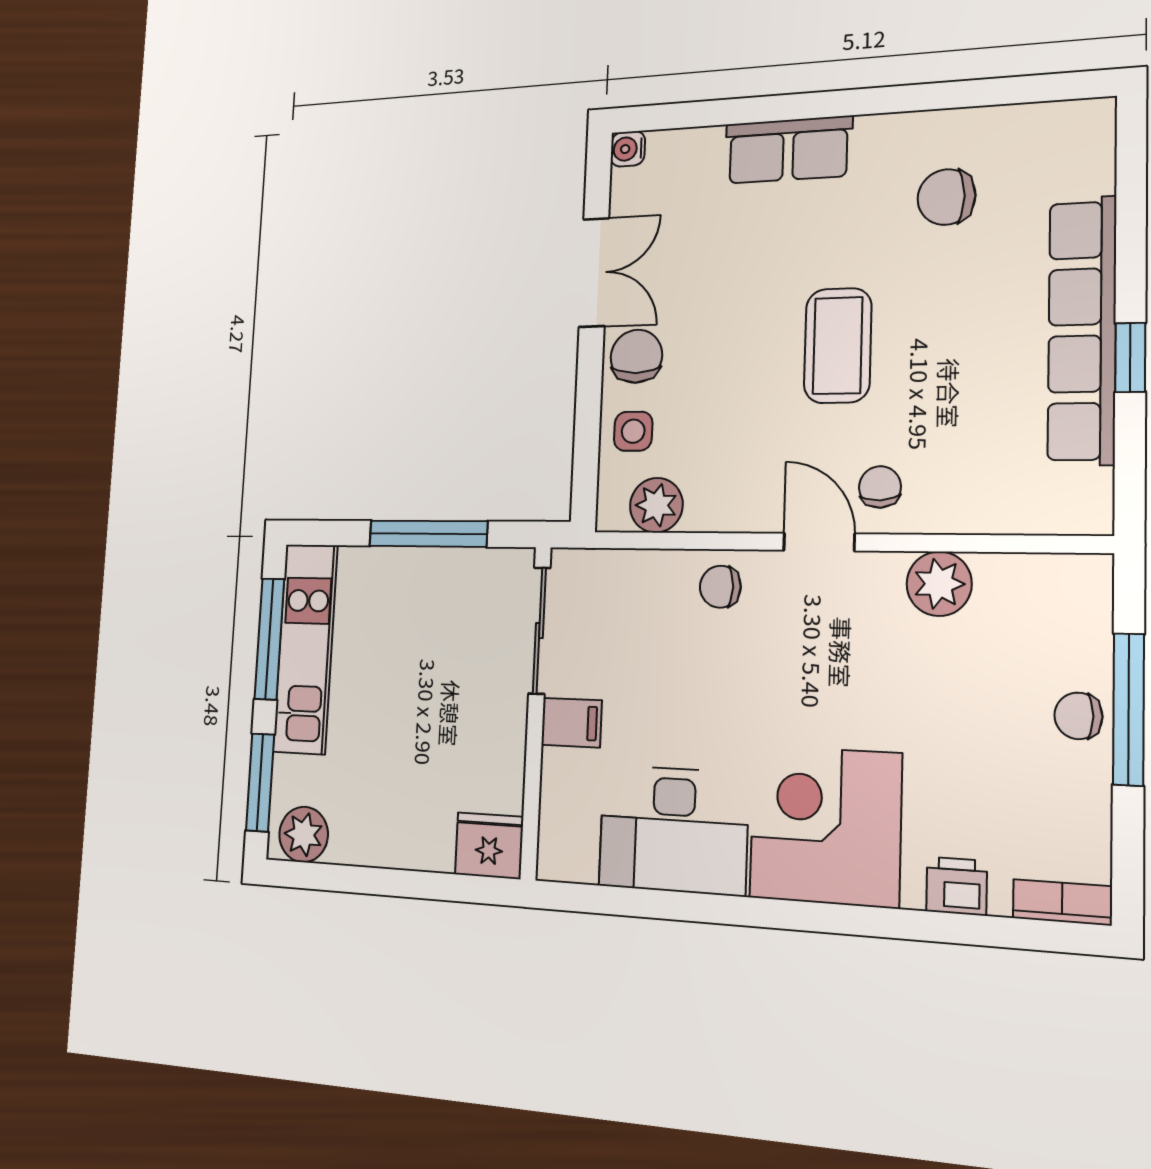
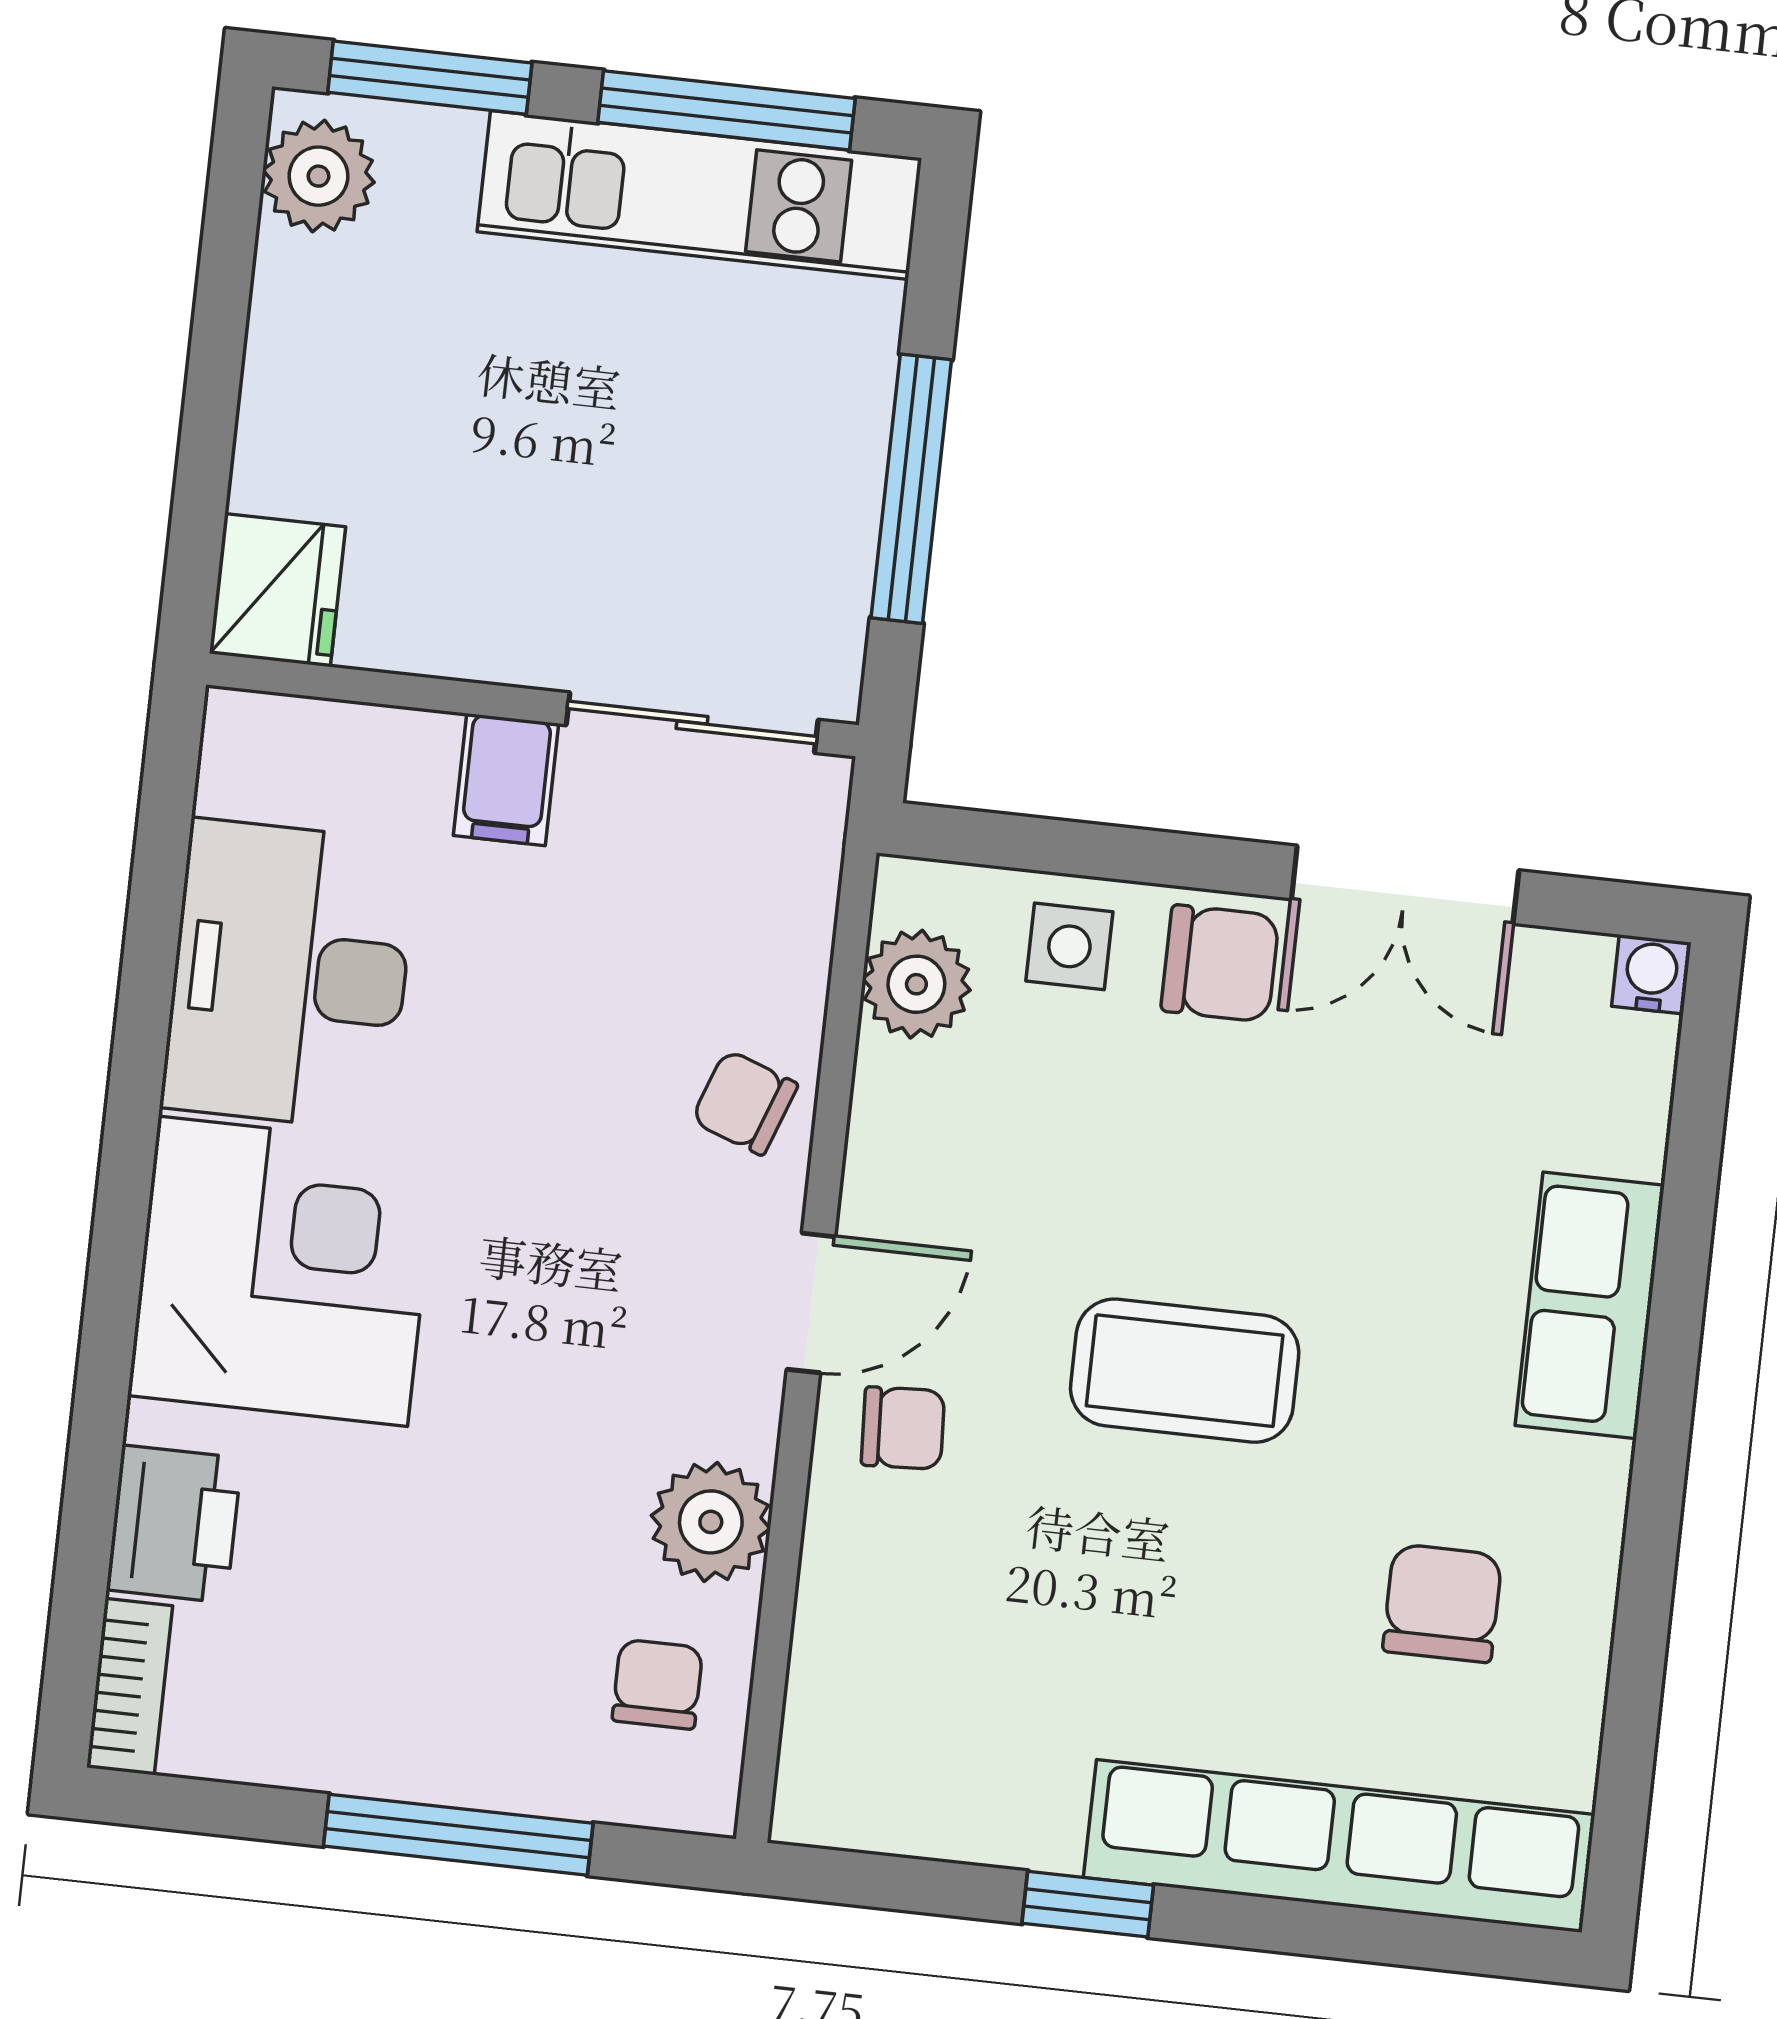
row of seats: (1082, 330) -> (1339, 1846), moved
chair: (720, 587) -> (745, 1102), turned -70
chair: (1078, 716) -> (657, 1684), moved
printer: (957, 886) -> (174, 1524), width x1.36, depth x1.24

